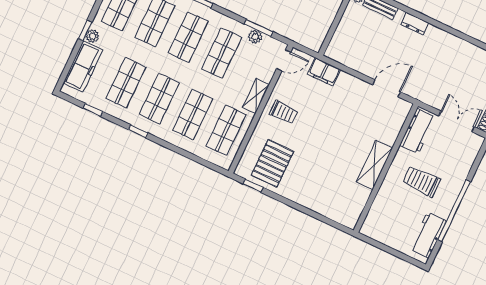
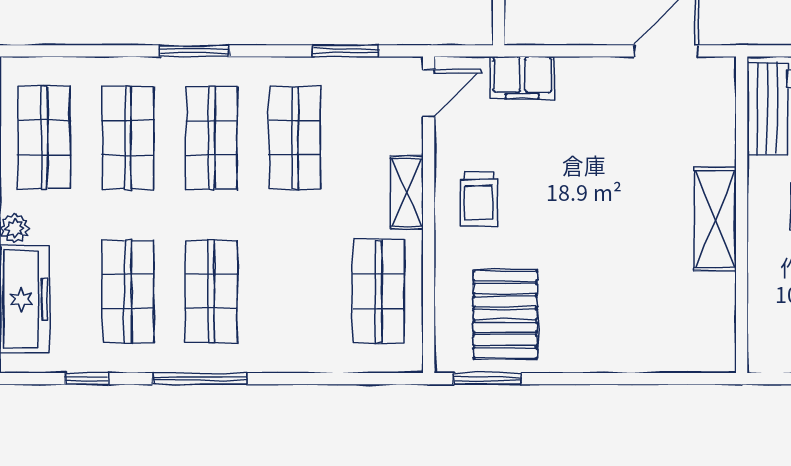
plant: (255, 37) -> (348, 72), removed
trolley: (284, 112) -> (479, 199), turned 90
shop shelf: (193, 114) -> (295, 291), removed
window: (138, 131) -> (200, 379), width x2.17
window: (253, 186) -> (487, 379), width x1.50

